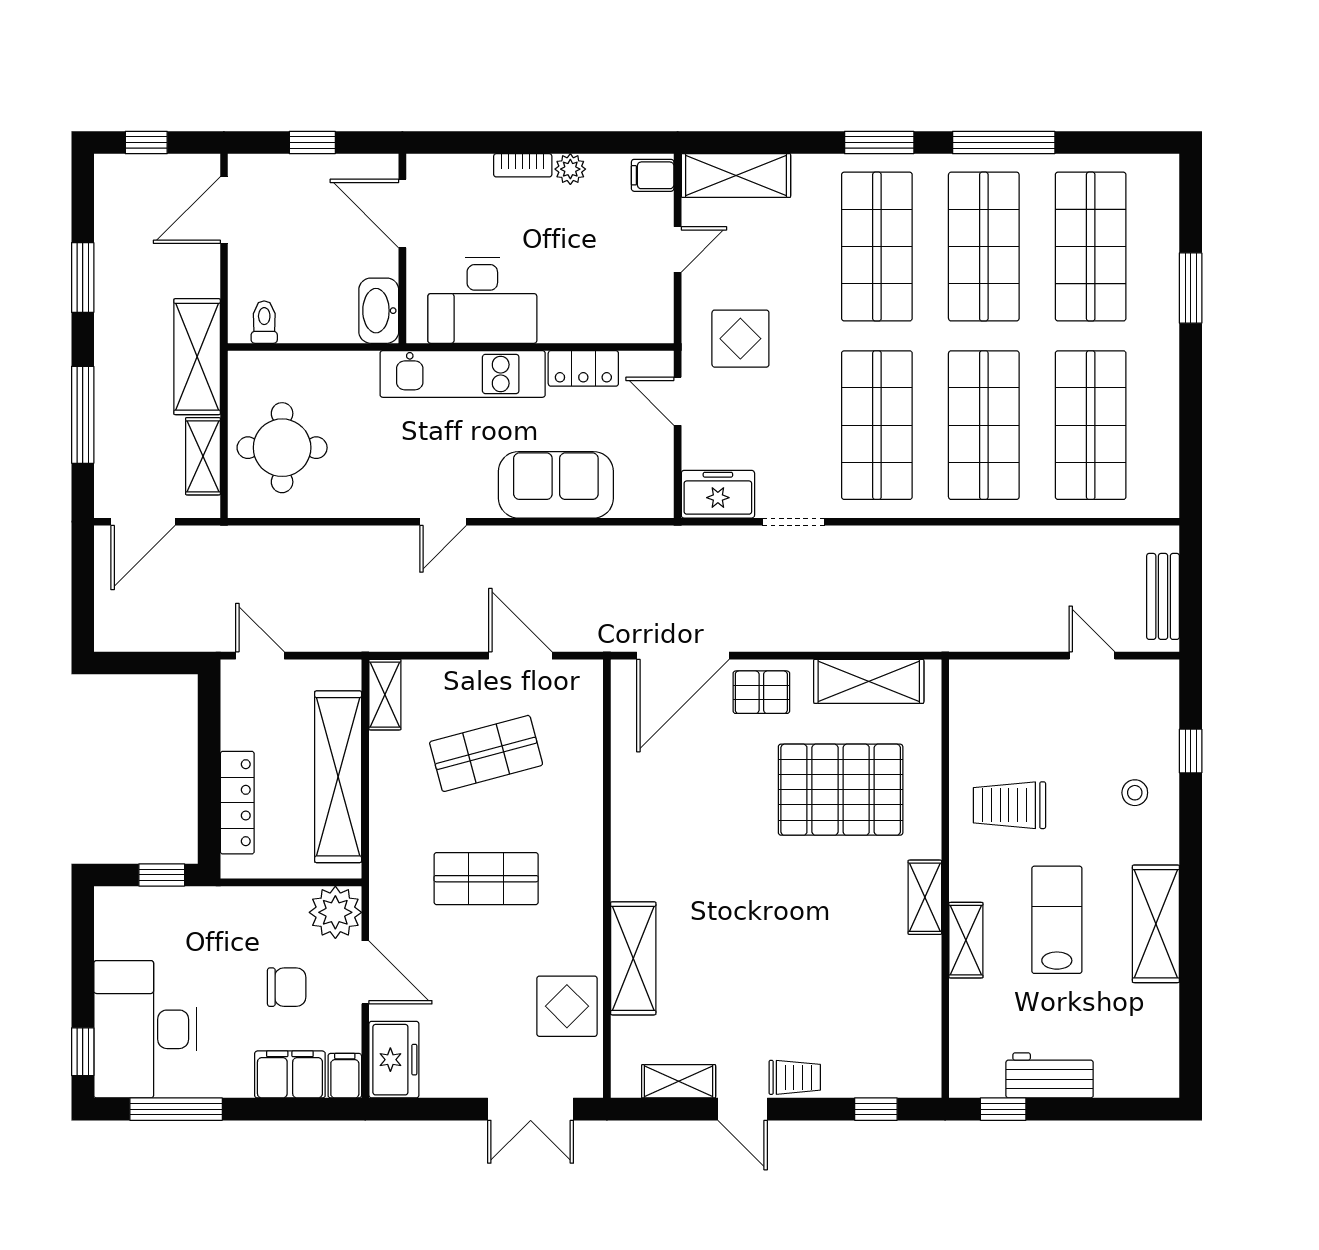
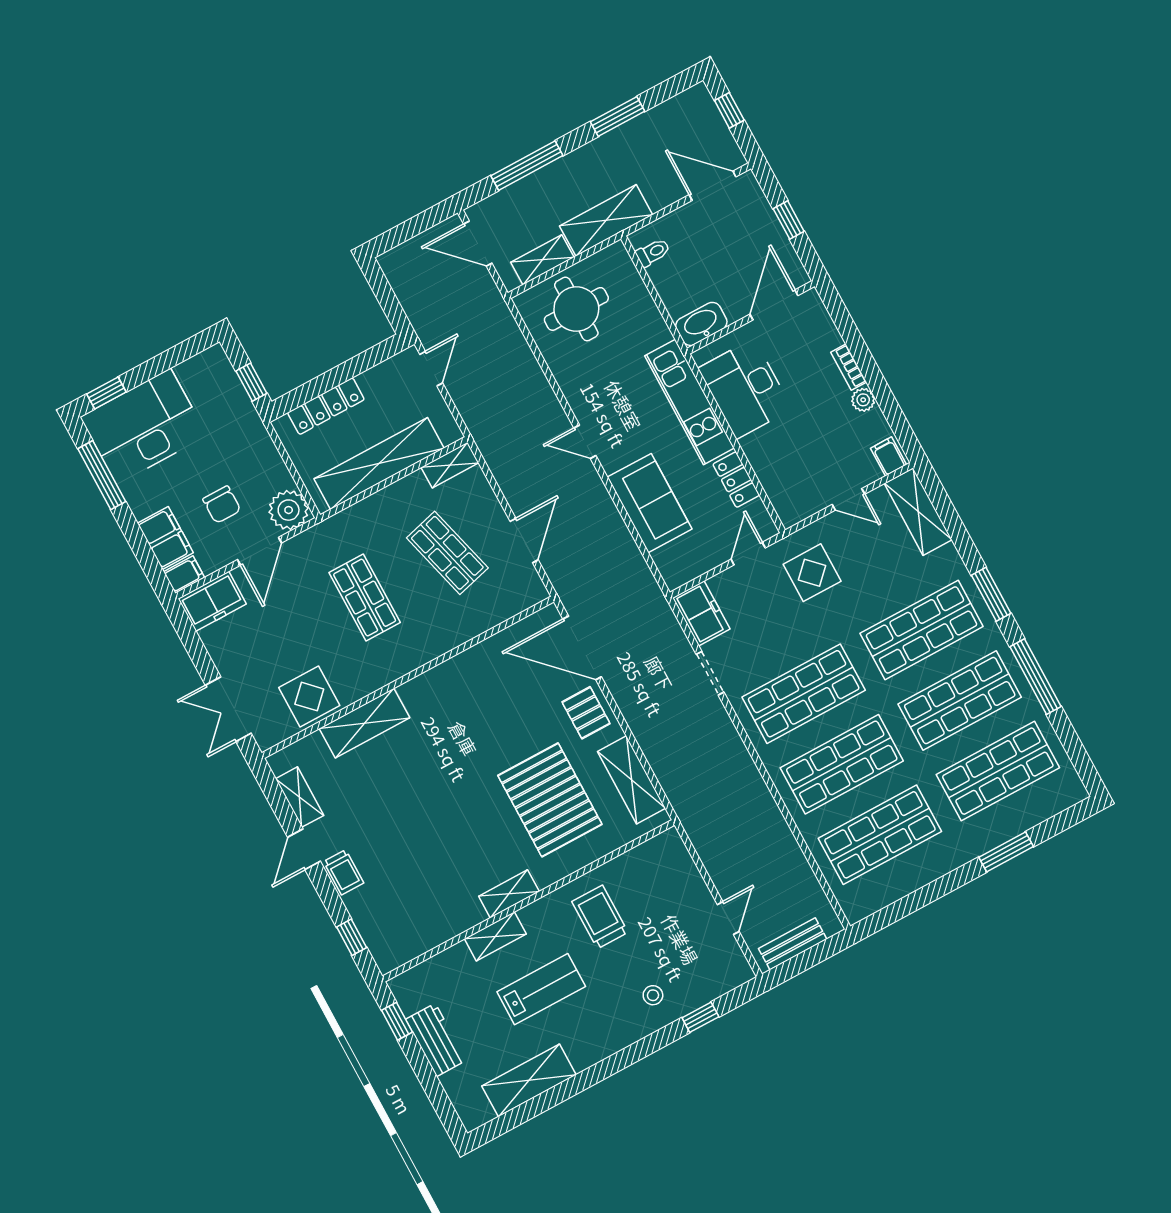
shelving: (1156, 924) -> (529, 1080), moved

